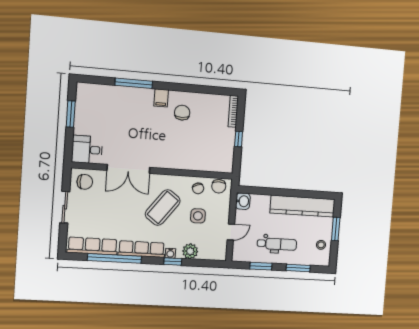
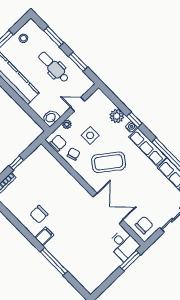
window: (71, 114) -> (130, 261), moved
chair: (85, 182) -> (144, 225), turned 90
plant: (225, 208) -> (67, 124), added

